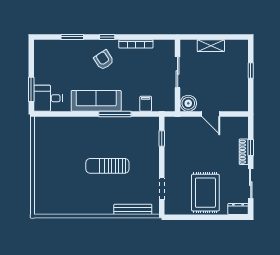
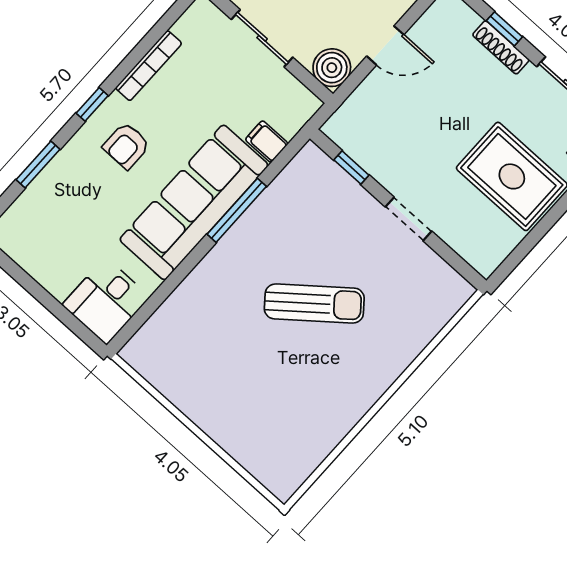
armchair: (104, 60) -> (126, 146), turned -57
window: (31, 89) -> (65, 316), removed
sofa: (96, 101) -> (194, 202), width x1.36, depth x1.27
sun lounger: (107, 166) -> (314, 303), turned -129
doorway: (162, 189) -> (409, 219), moved
bench: (133, 209) -> (428, 327), removed

